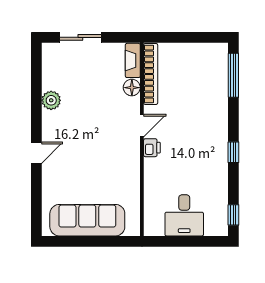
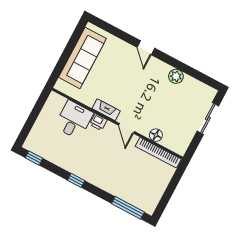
fireplace: (133, 60) -> (106, 110), moved
printer: (152, 148) -> (98, 122), moved
desk: (184, 215) -> (74, 120), moved, turned 90

